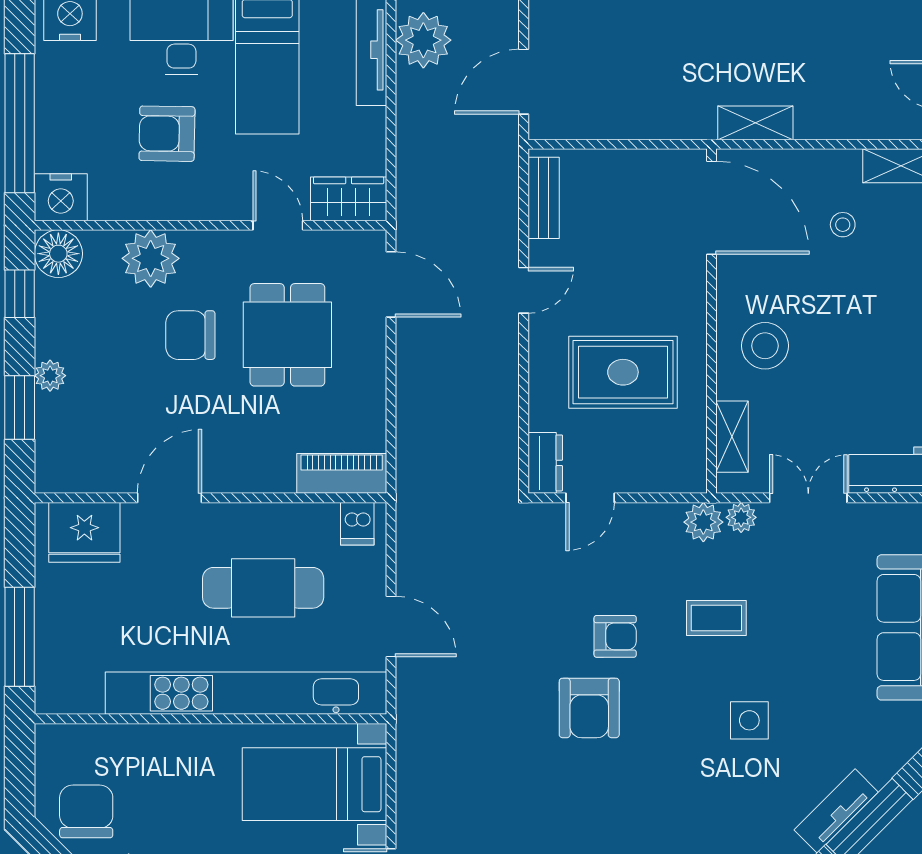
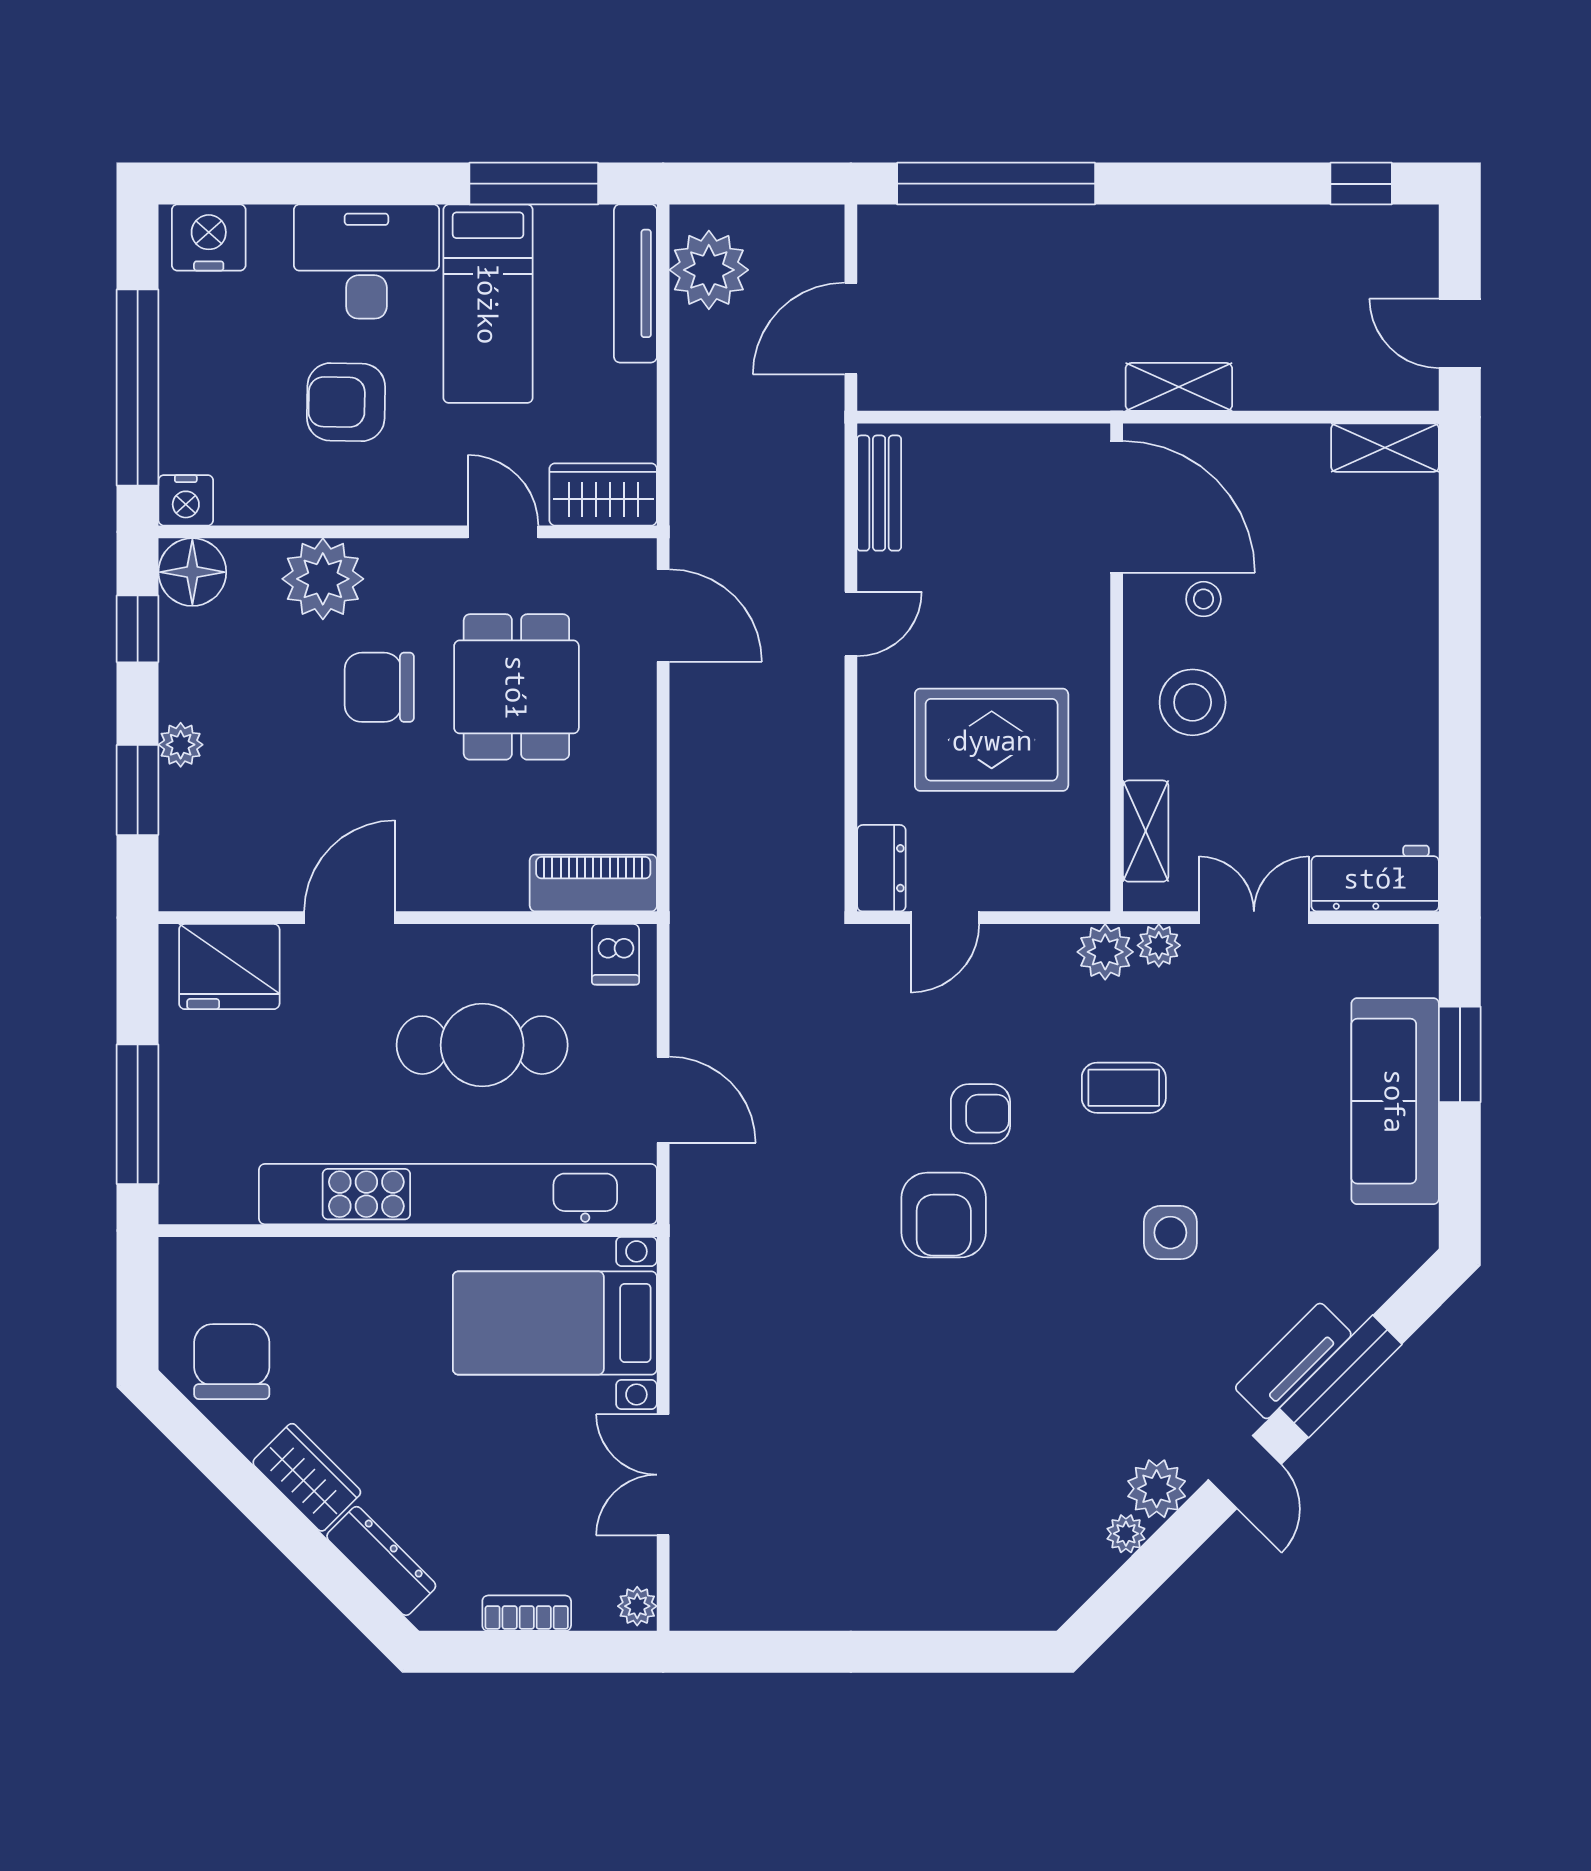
nightstand: (61, 197) -> (186, 500), width x0.74, depth x0.75
stool: (843, 225) -> (1203, 599), moved

